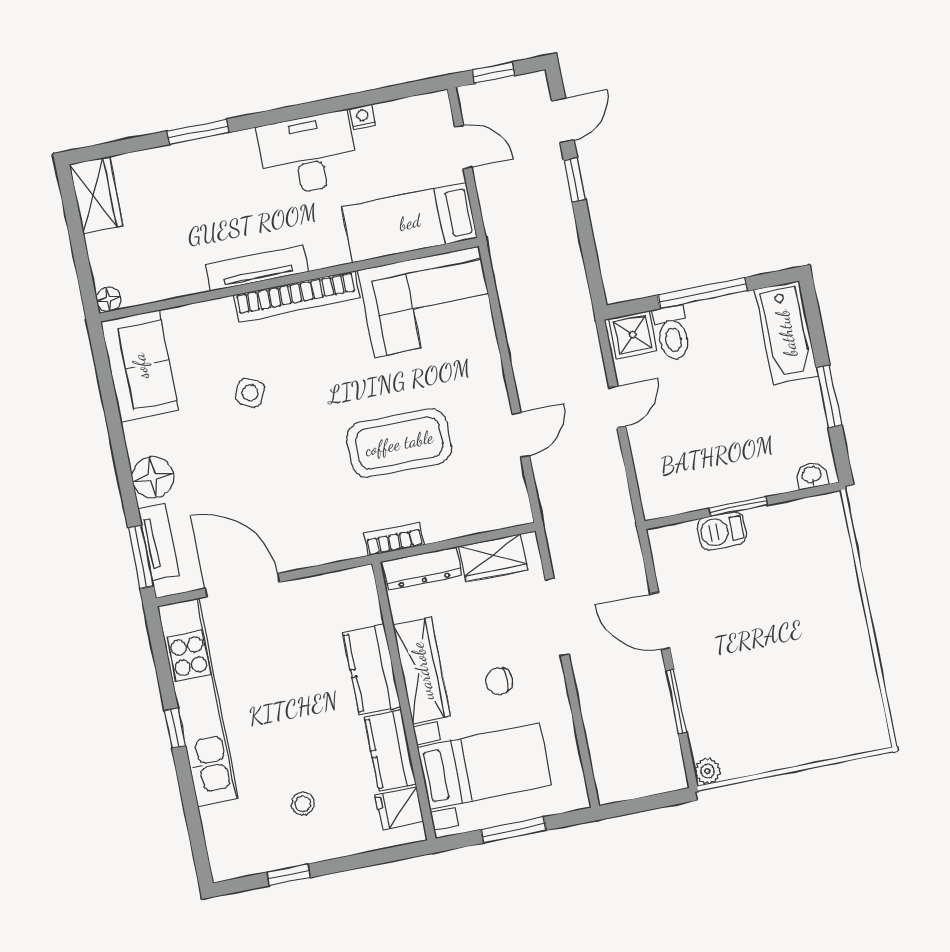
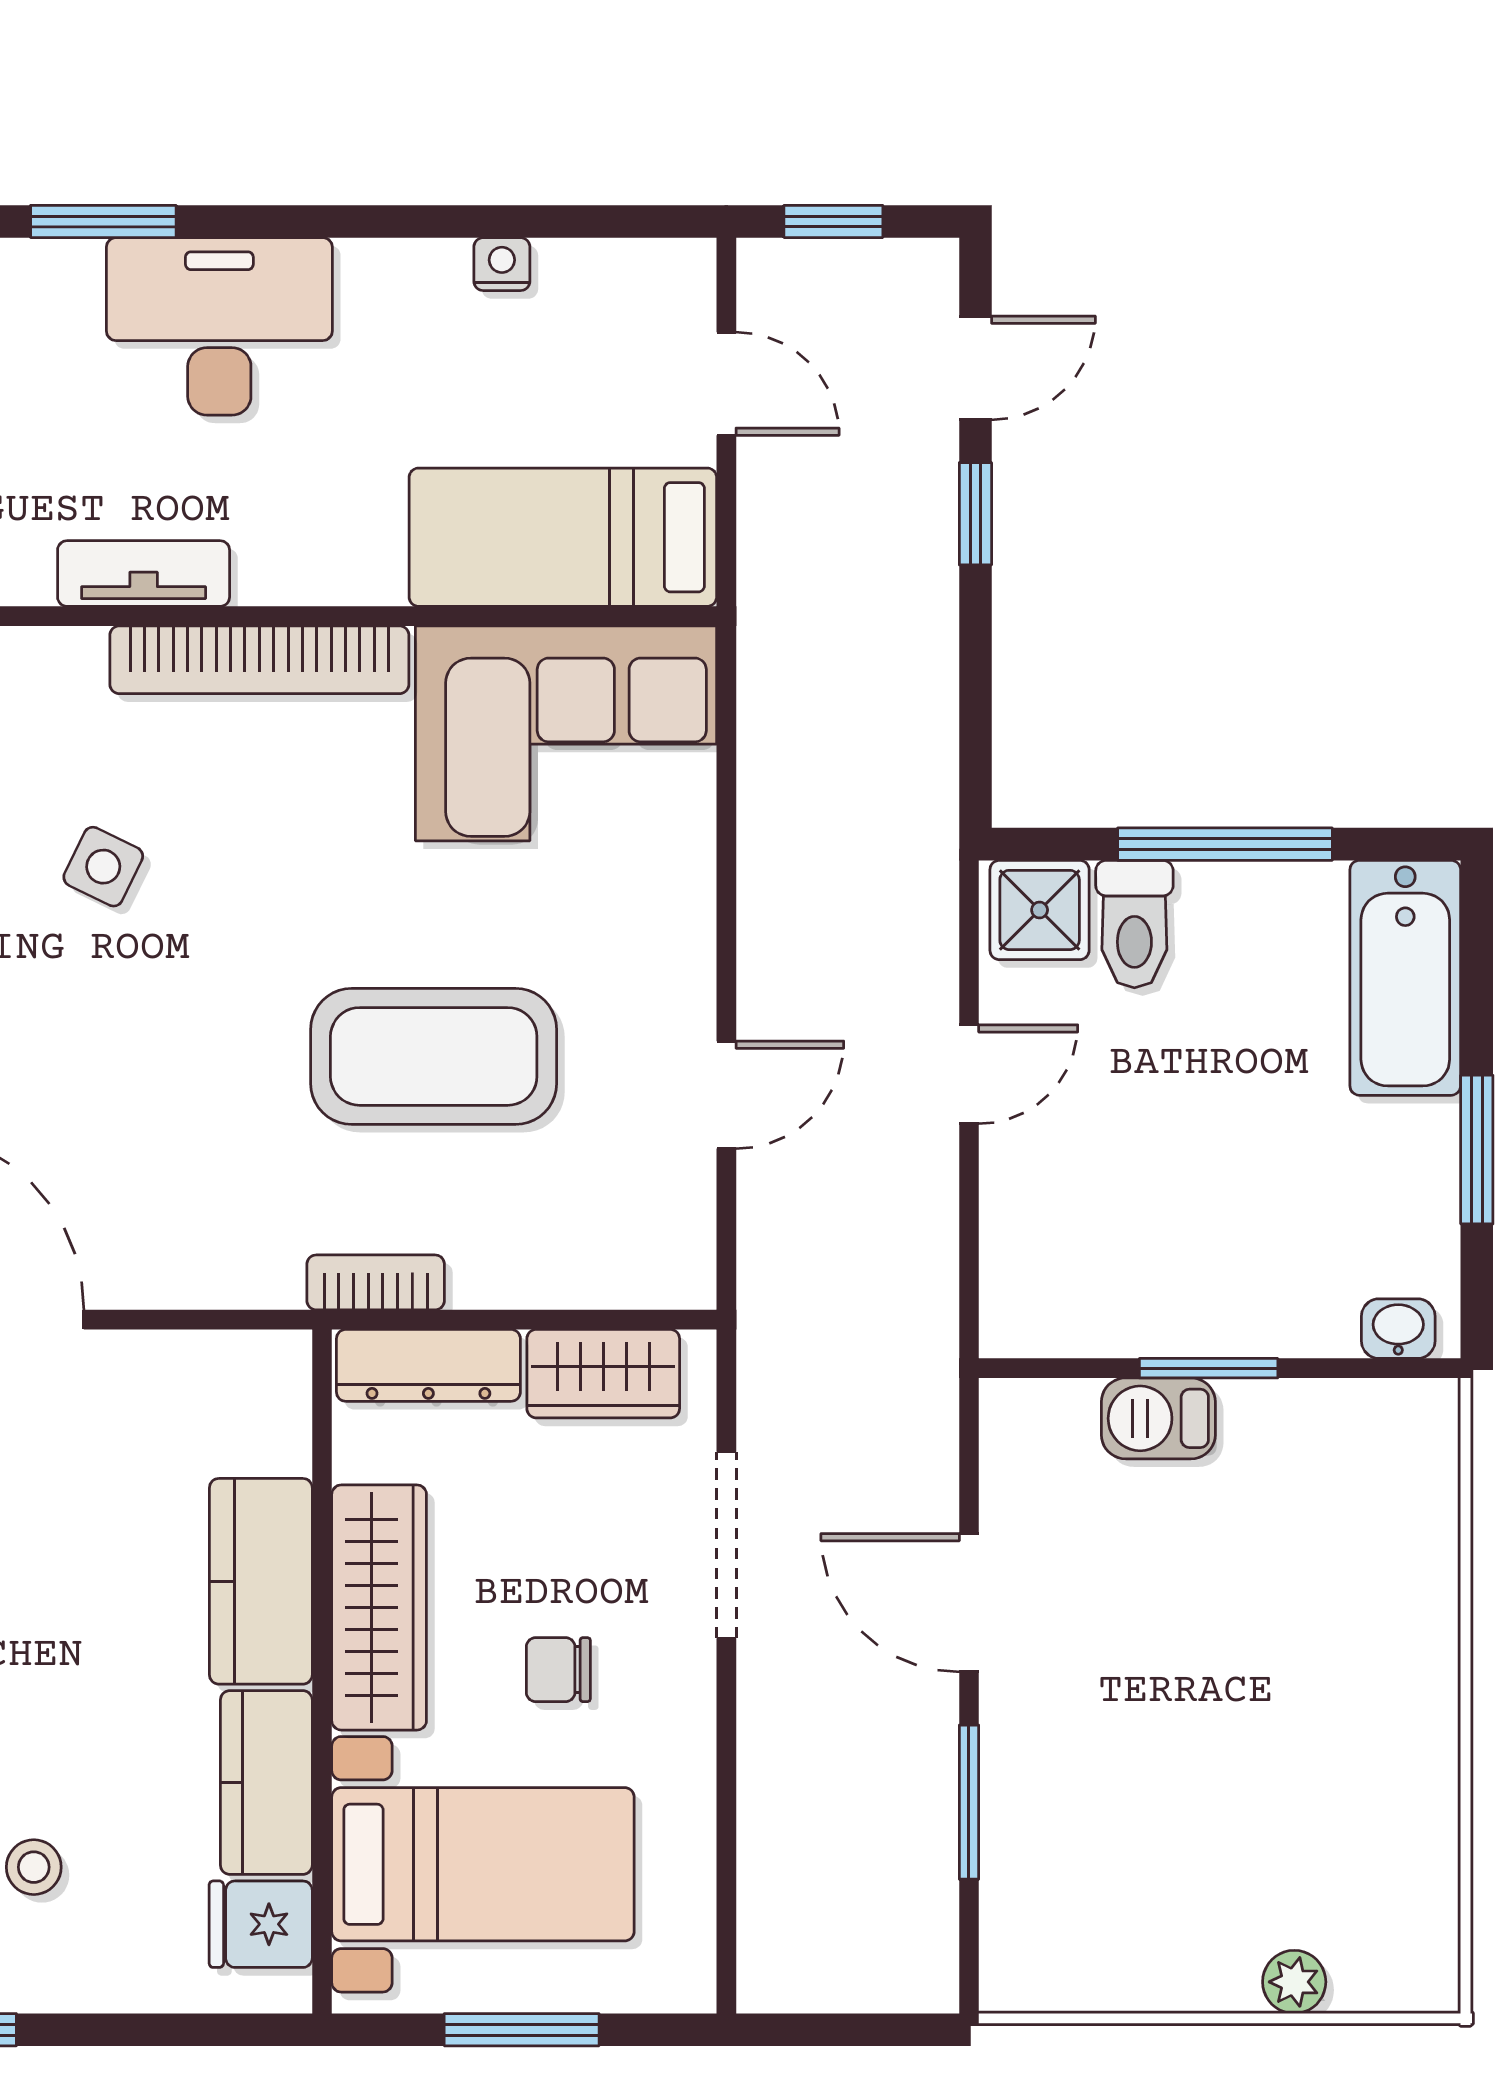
desk: (308, 154) -> (219, 326), moved
tv unit: (257, 268) -> (144, 574), width x0.71
plant: (707, 771) -> (1294, 1982), moved

